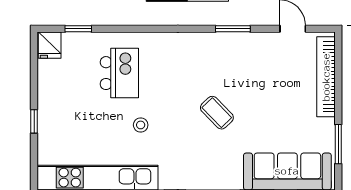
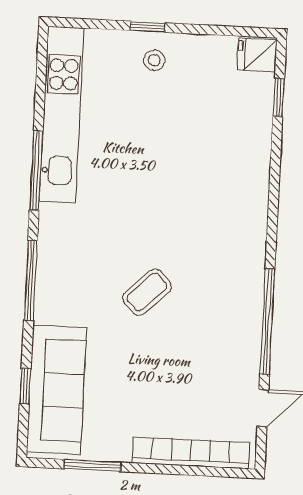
window: (233, 29) -> (267, 322), width x2.11
kitchen island: (119, 73) -> (211, 154), removed
stool: (141, 125) -> (154, 60), moved

